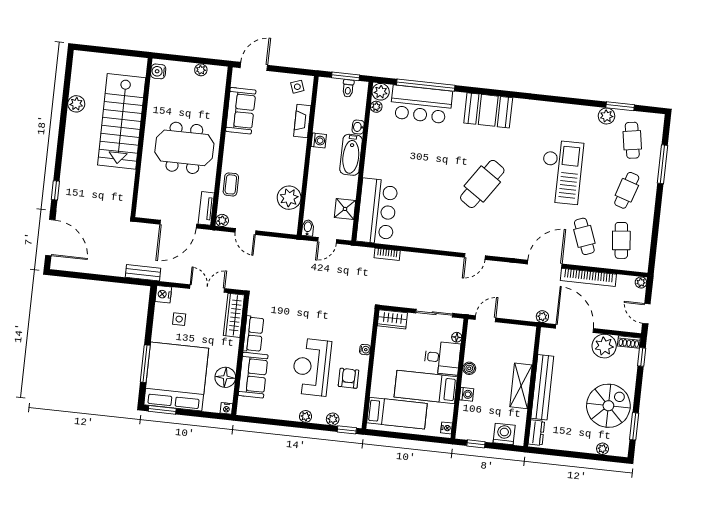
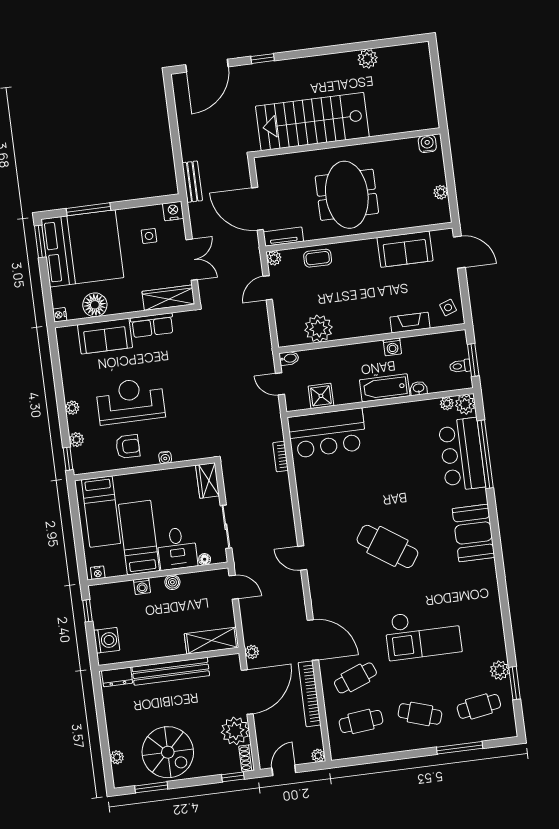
stairs: (122, 121) -> (312, 122), moved
shelving: (521, 386) -> (212, 641), moved

